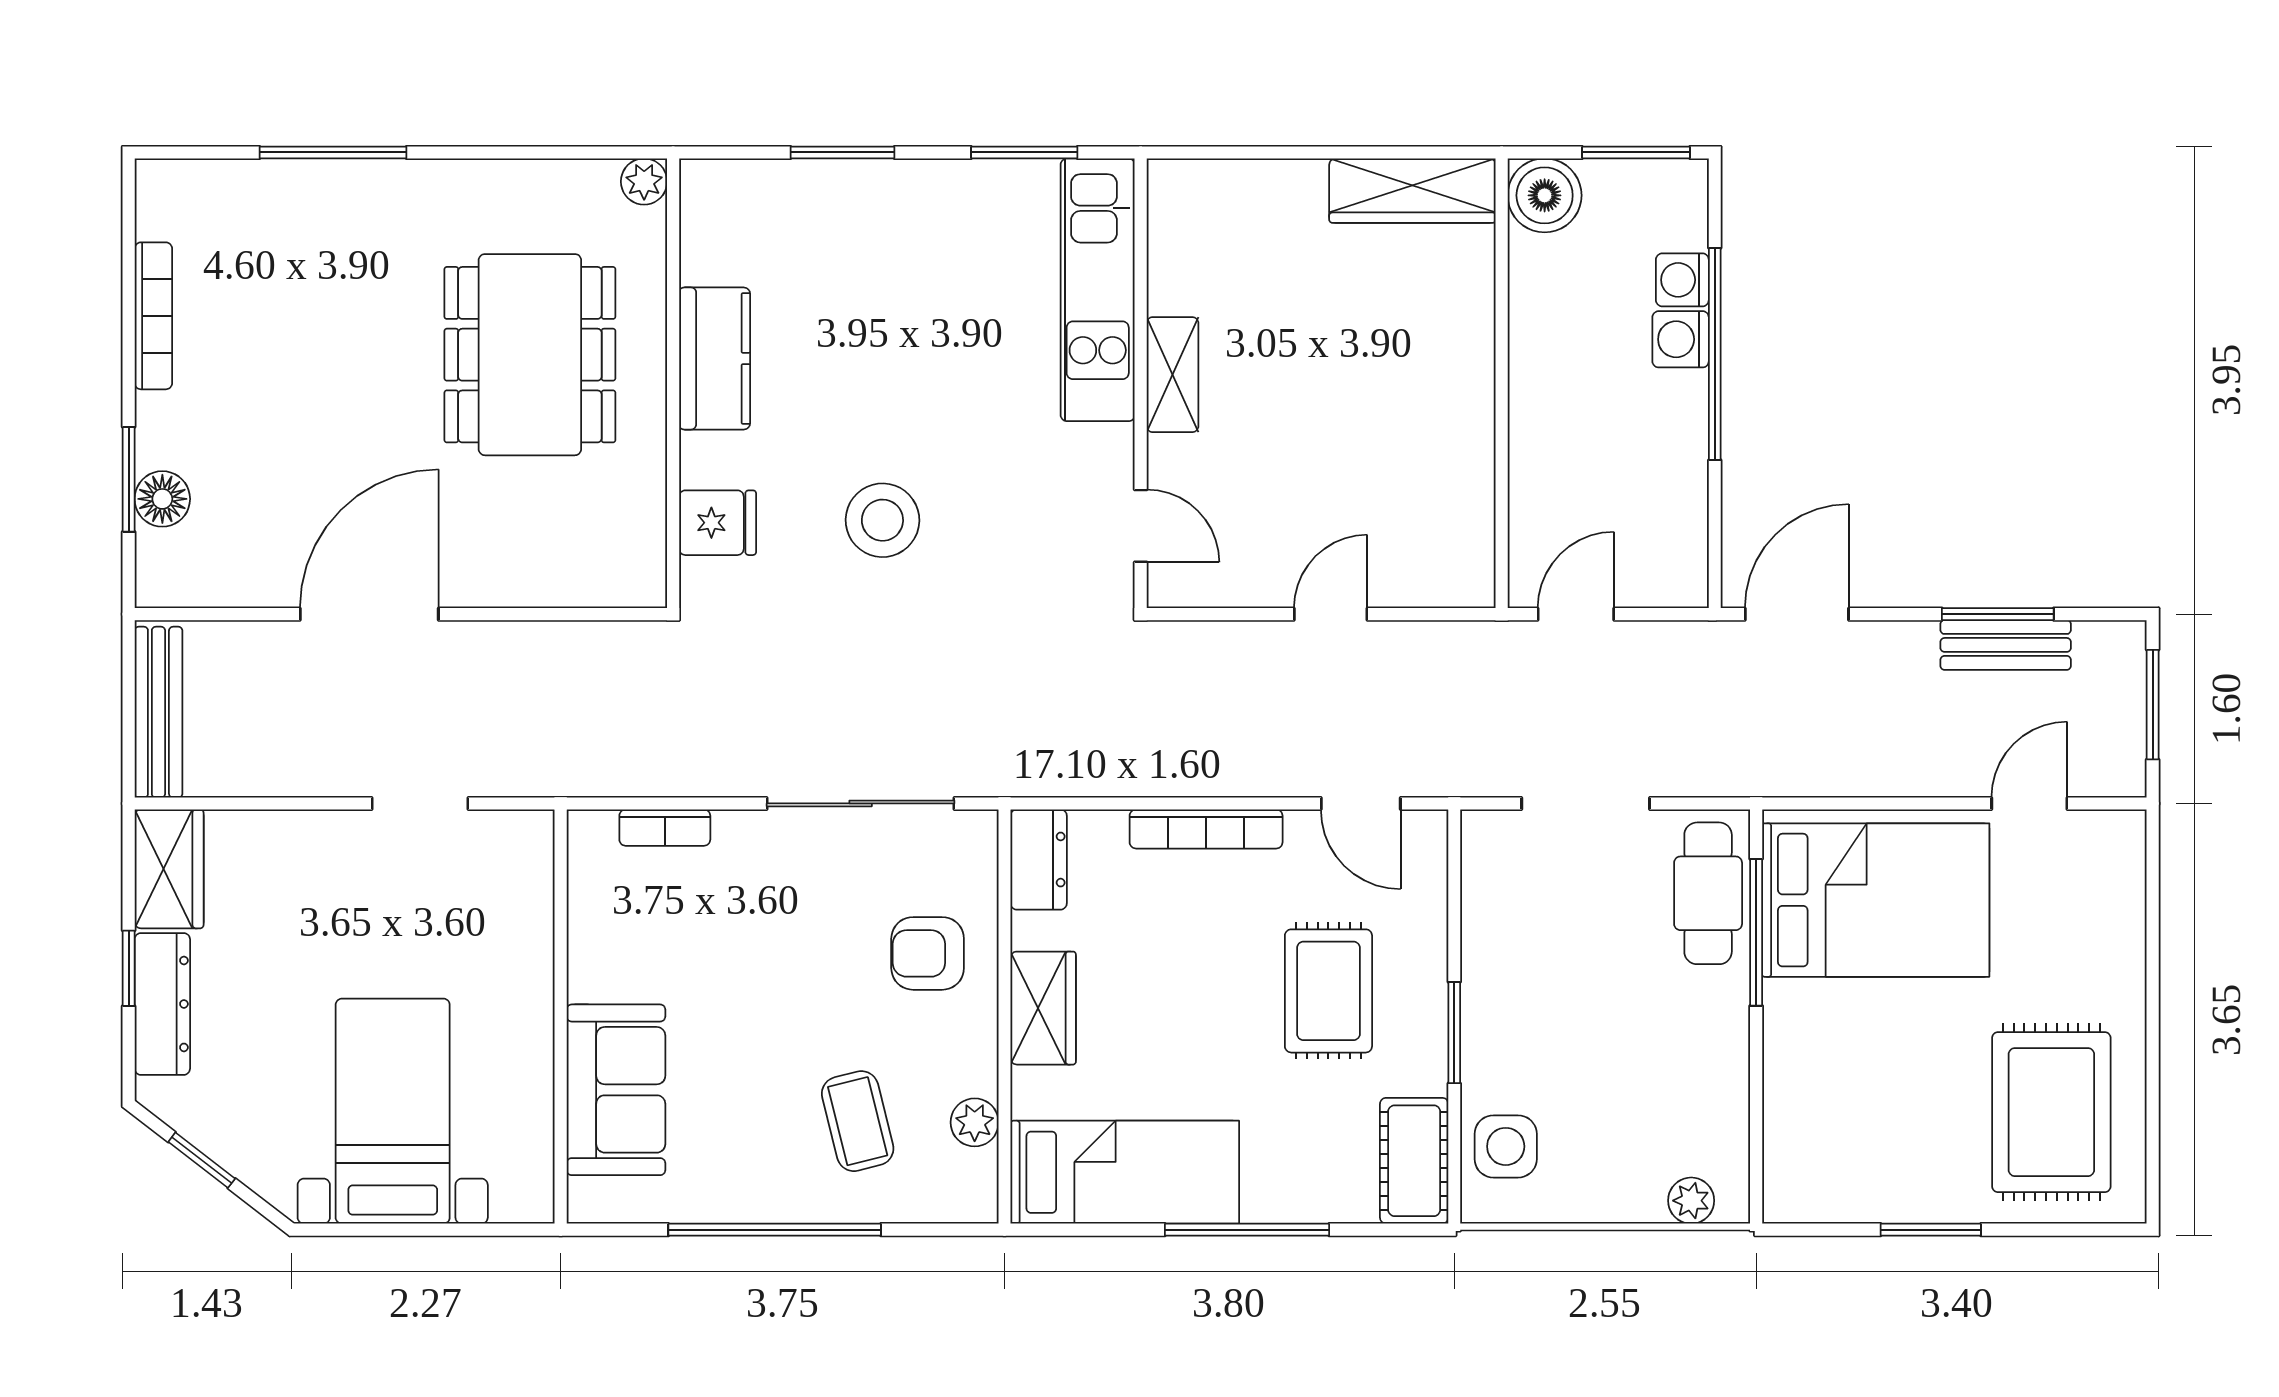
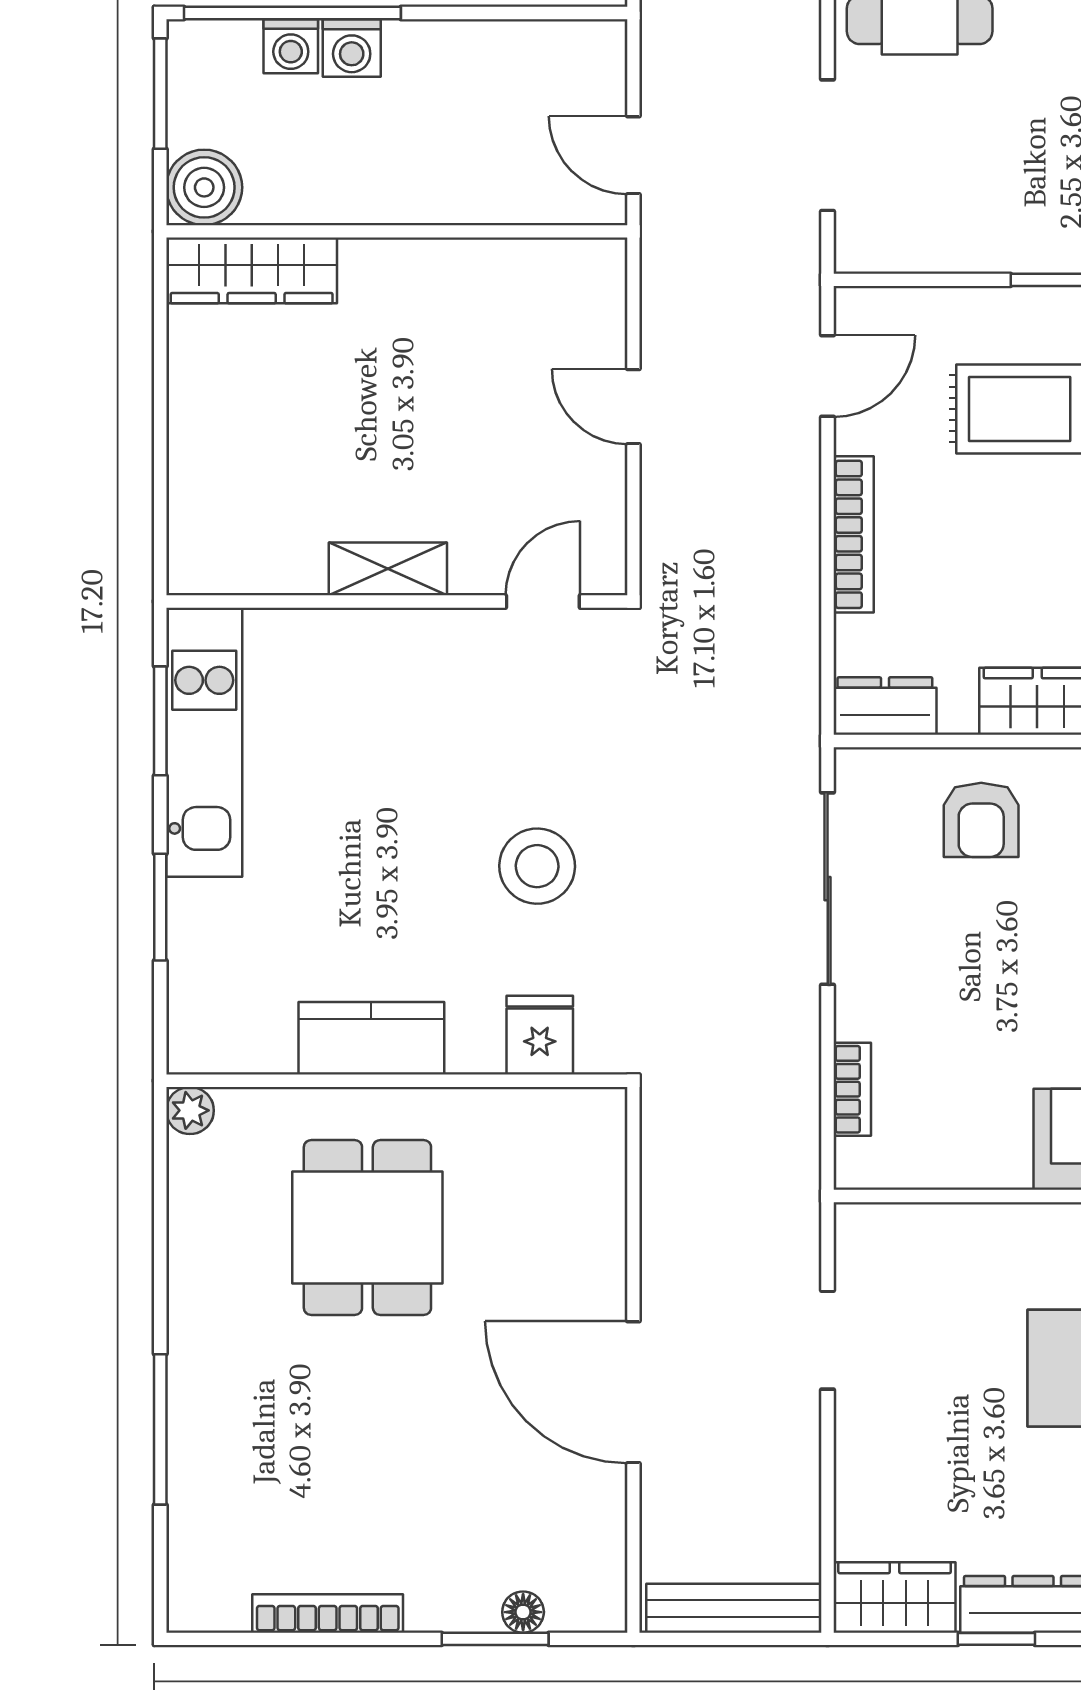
wardrobe: (1412, 191) -> (252, 270), moved, turned 90
kitchen unit: (1098, 290) -> (204, 742), moved, turned -90
window: (1715, 354) -> (292, 13), moved
dining table: (530, 355) -> (367, 1228), width x0.73
floor lamp: (162, 499) -> (523, 1612), width x0.73, depth x0.73

